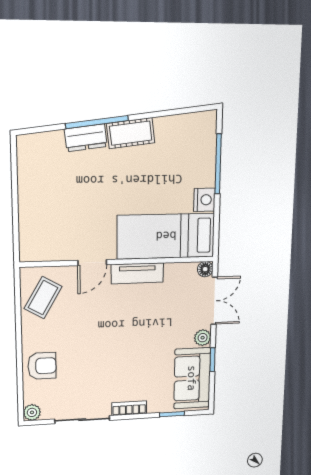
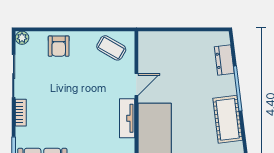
cot: (131, 133) -> (228, 119), width x1.37, depth x1.34
dresser: (86, 138) -> (224, 60), moved
door: (92, 263) -> (136, 85), swing flipped

